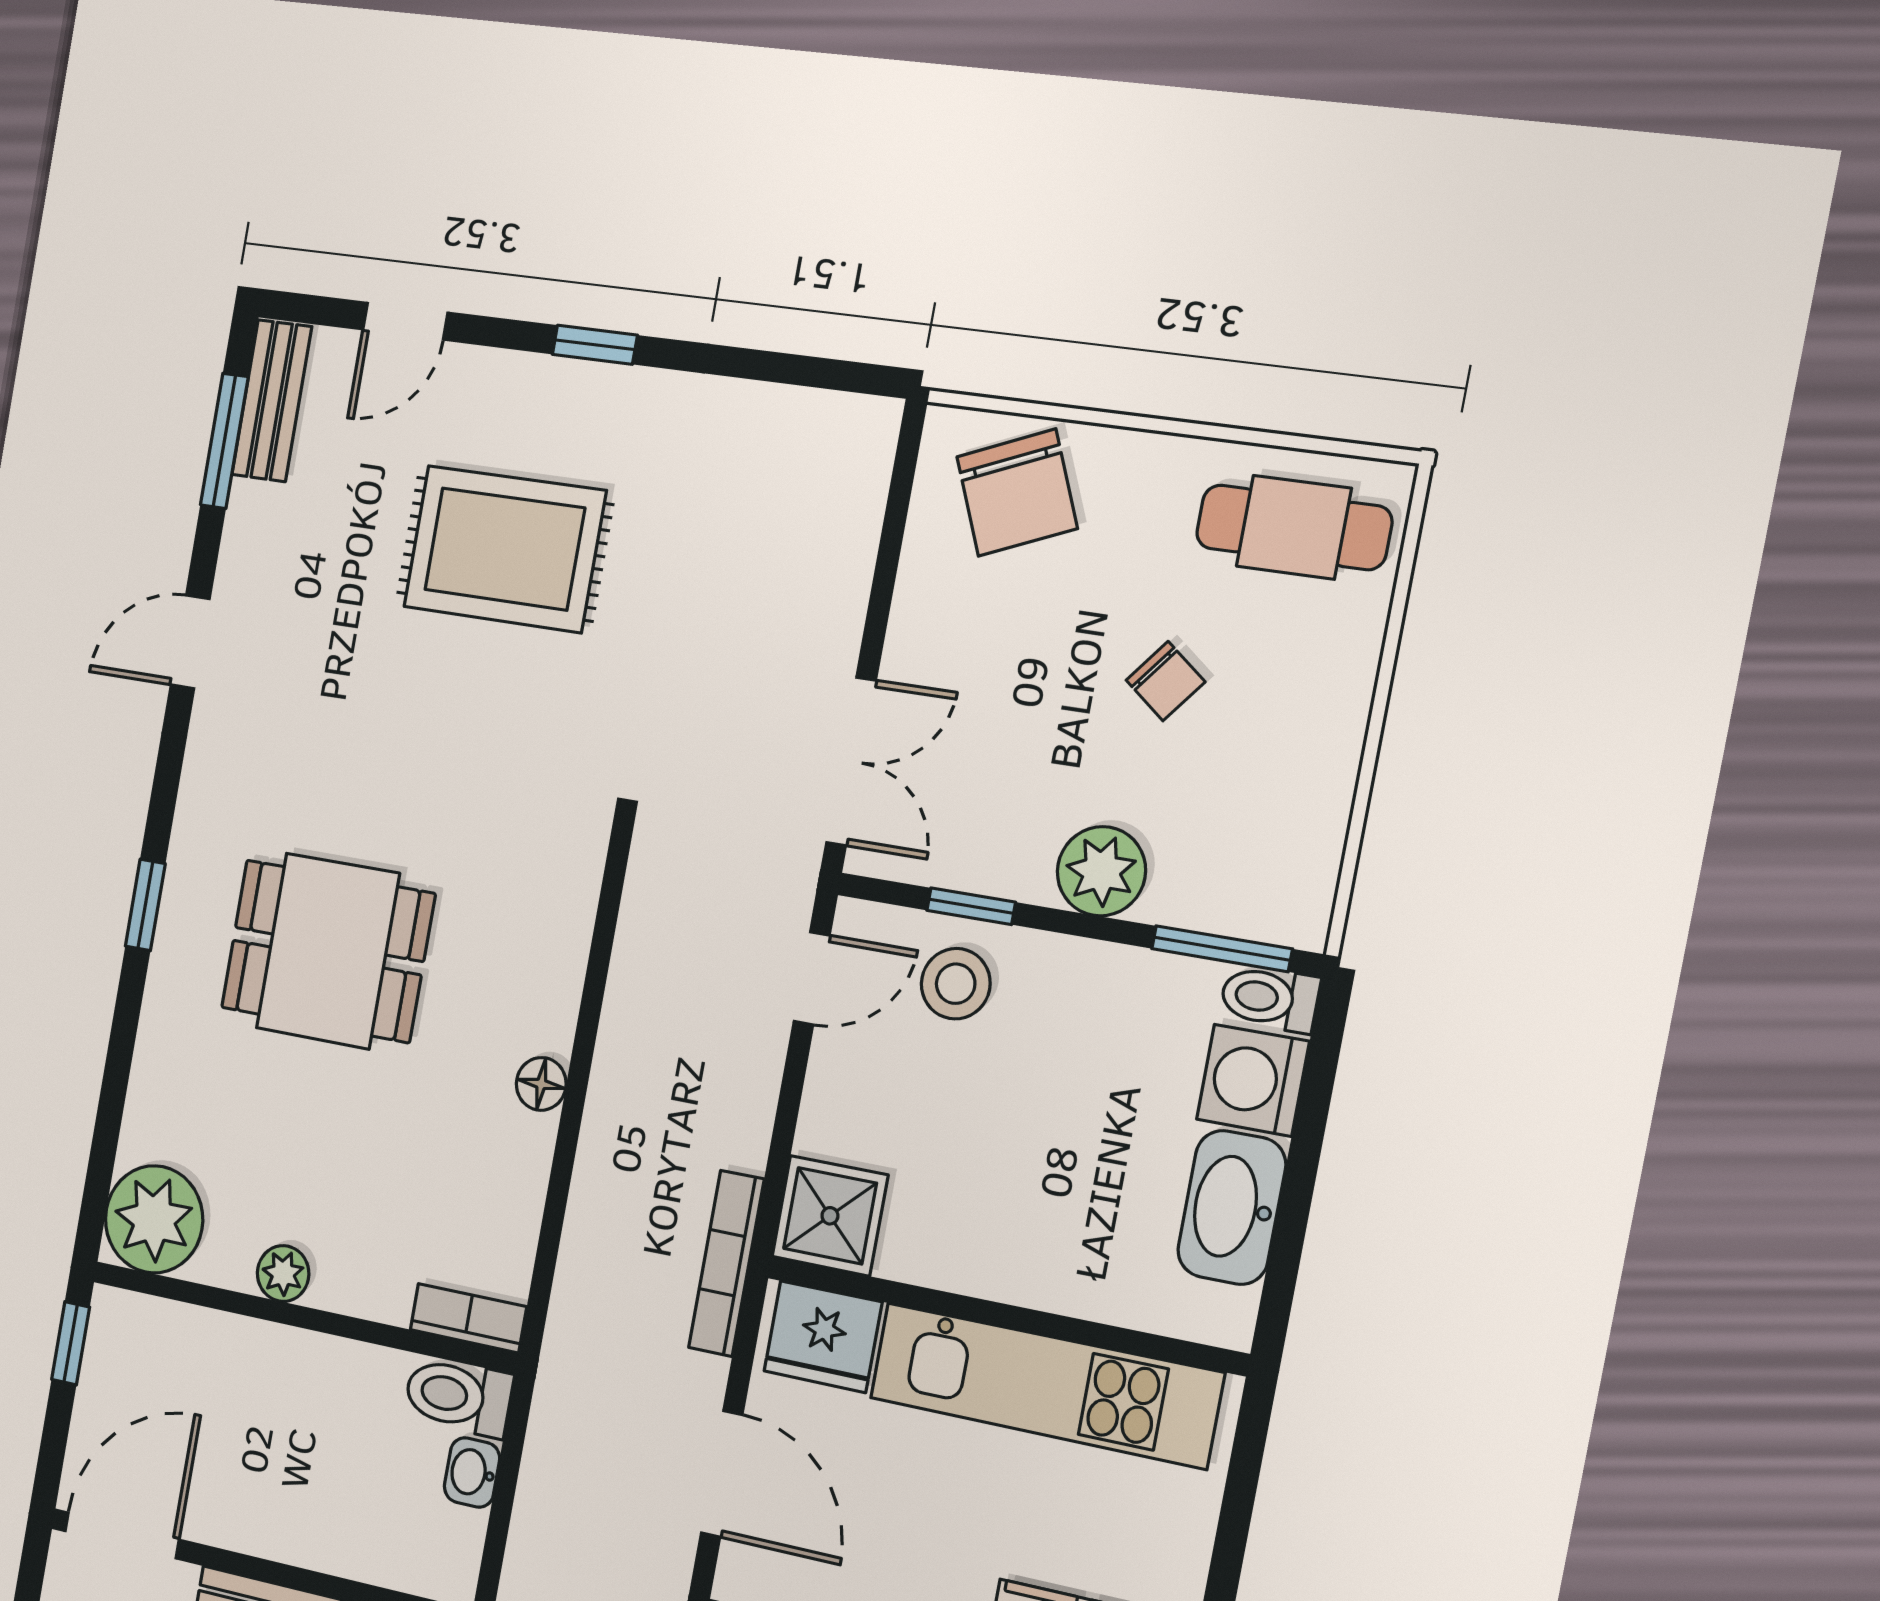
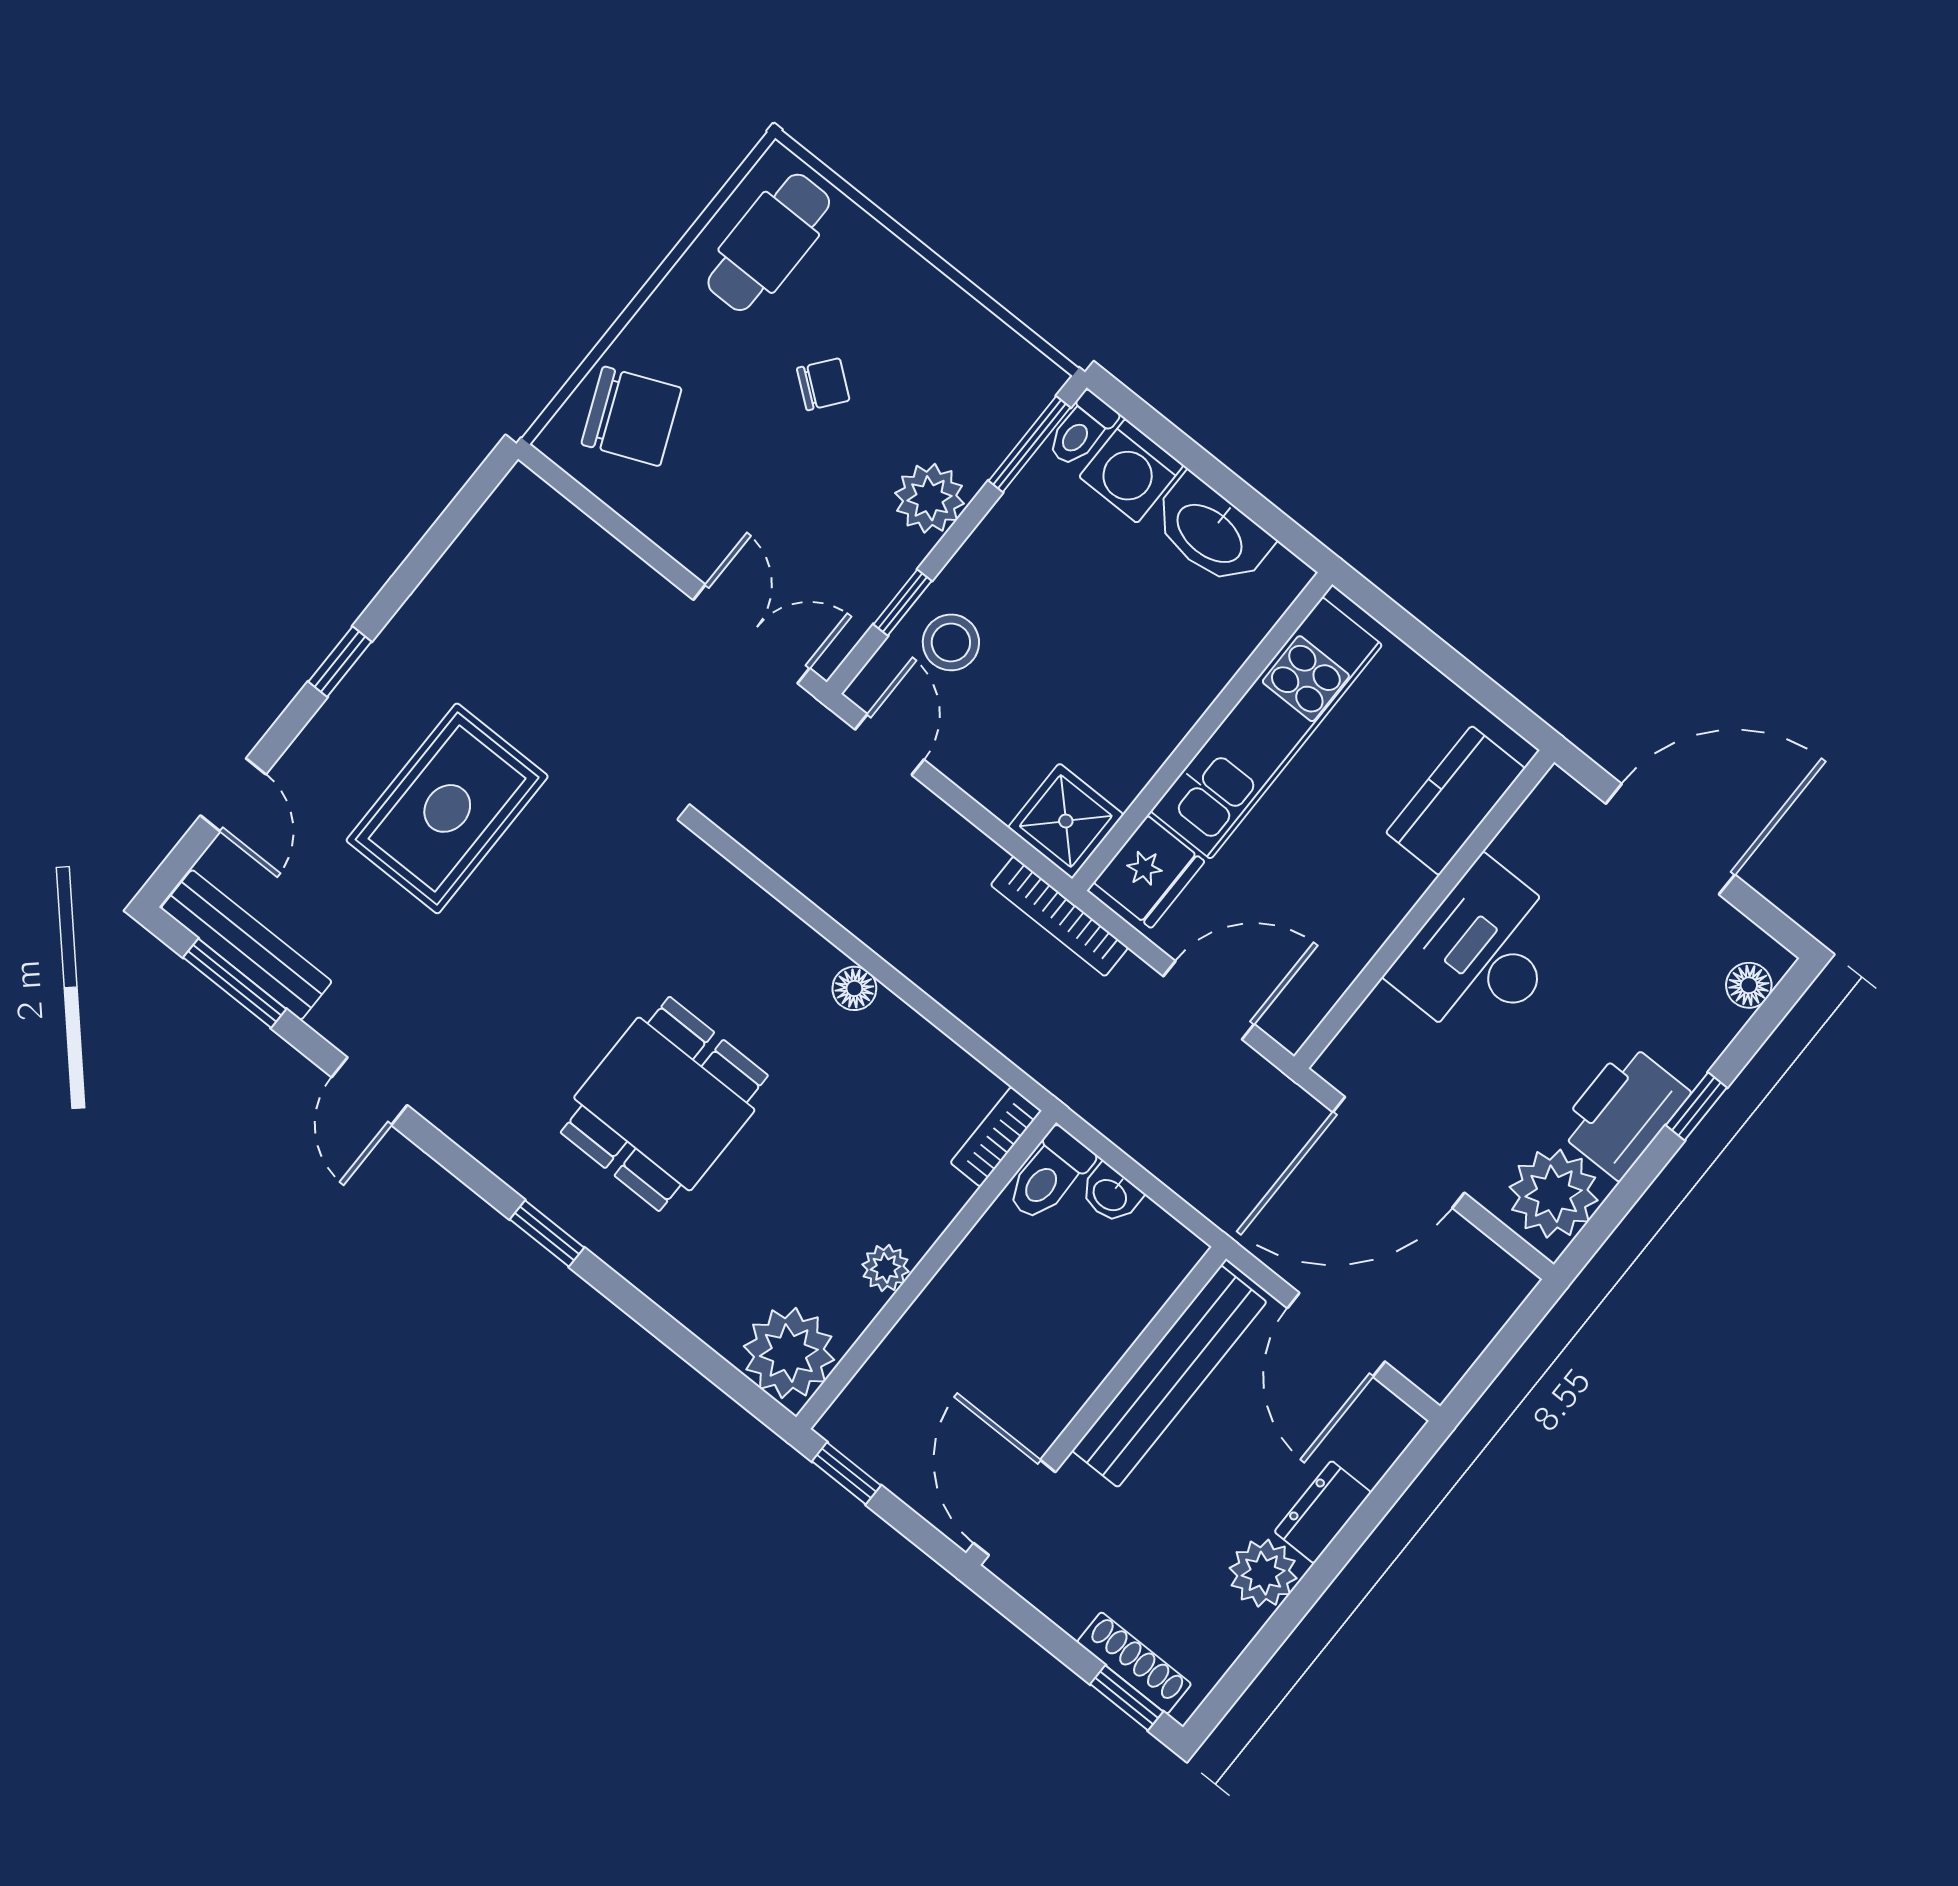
bench: (272, 401) -> (246, 945), width x1.36

